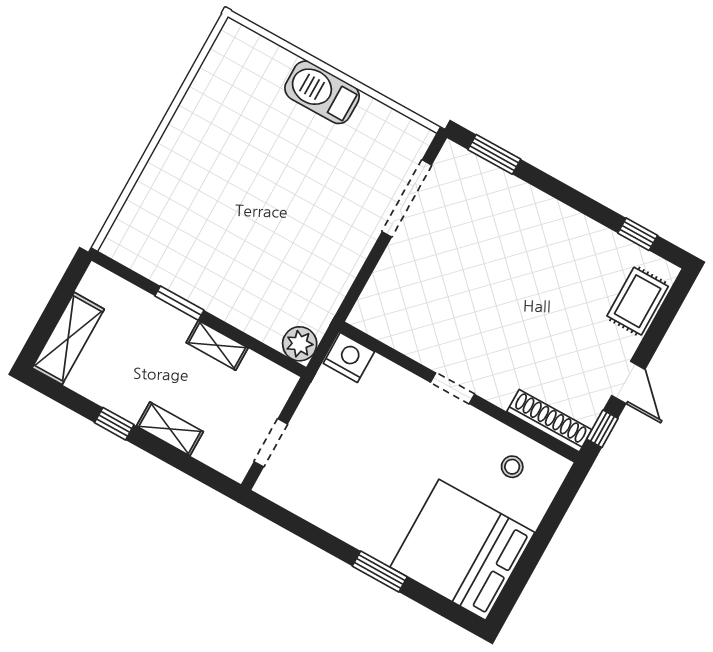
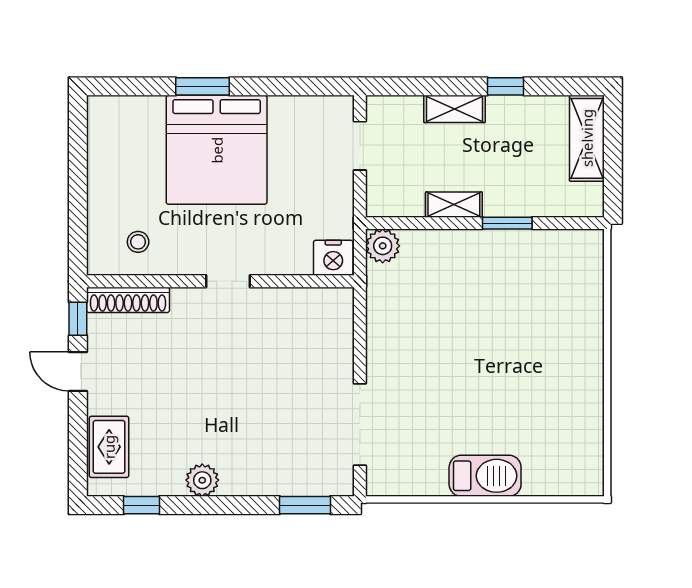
plant: (572, 226) -> (202, 480), added
bed: (462, 550) -> (217, 150), moved, turned 90

